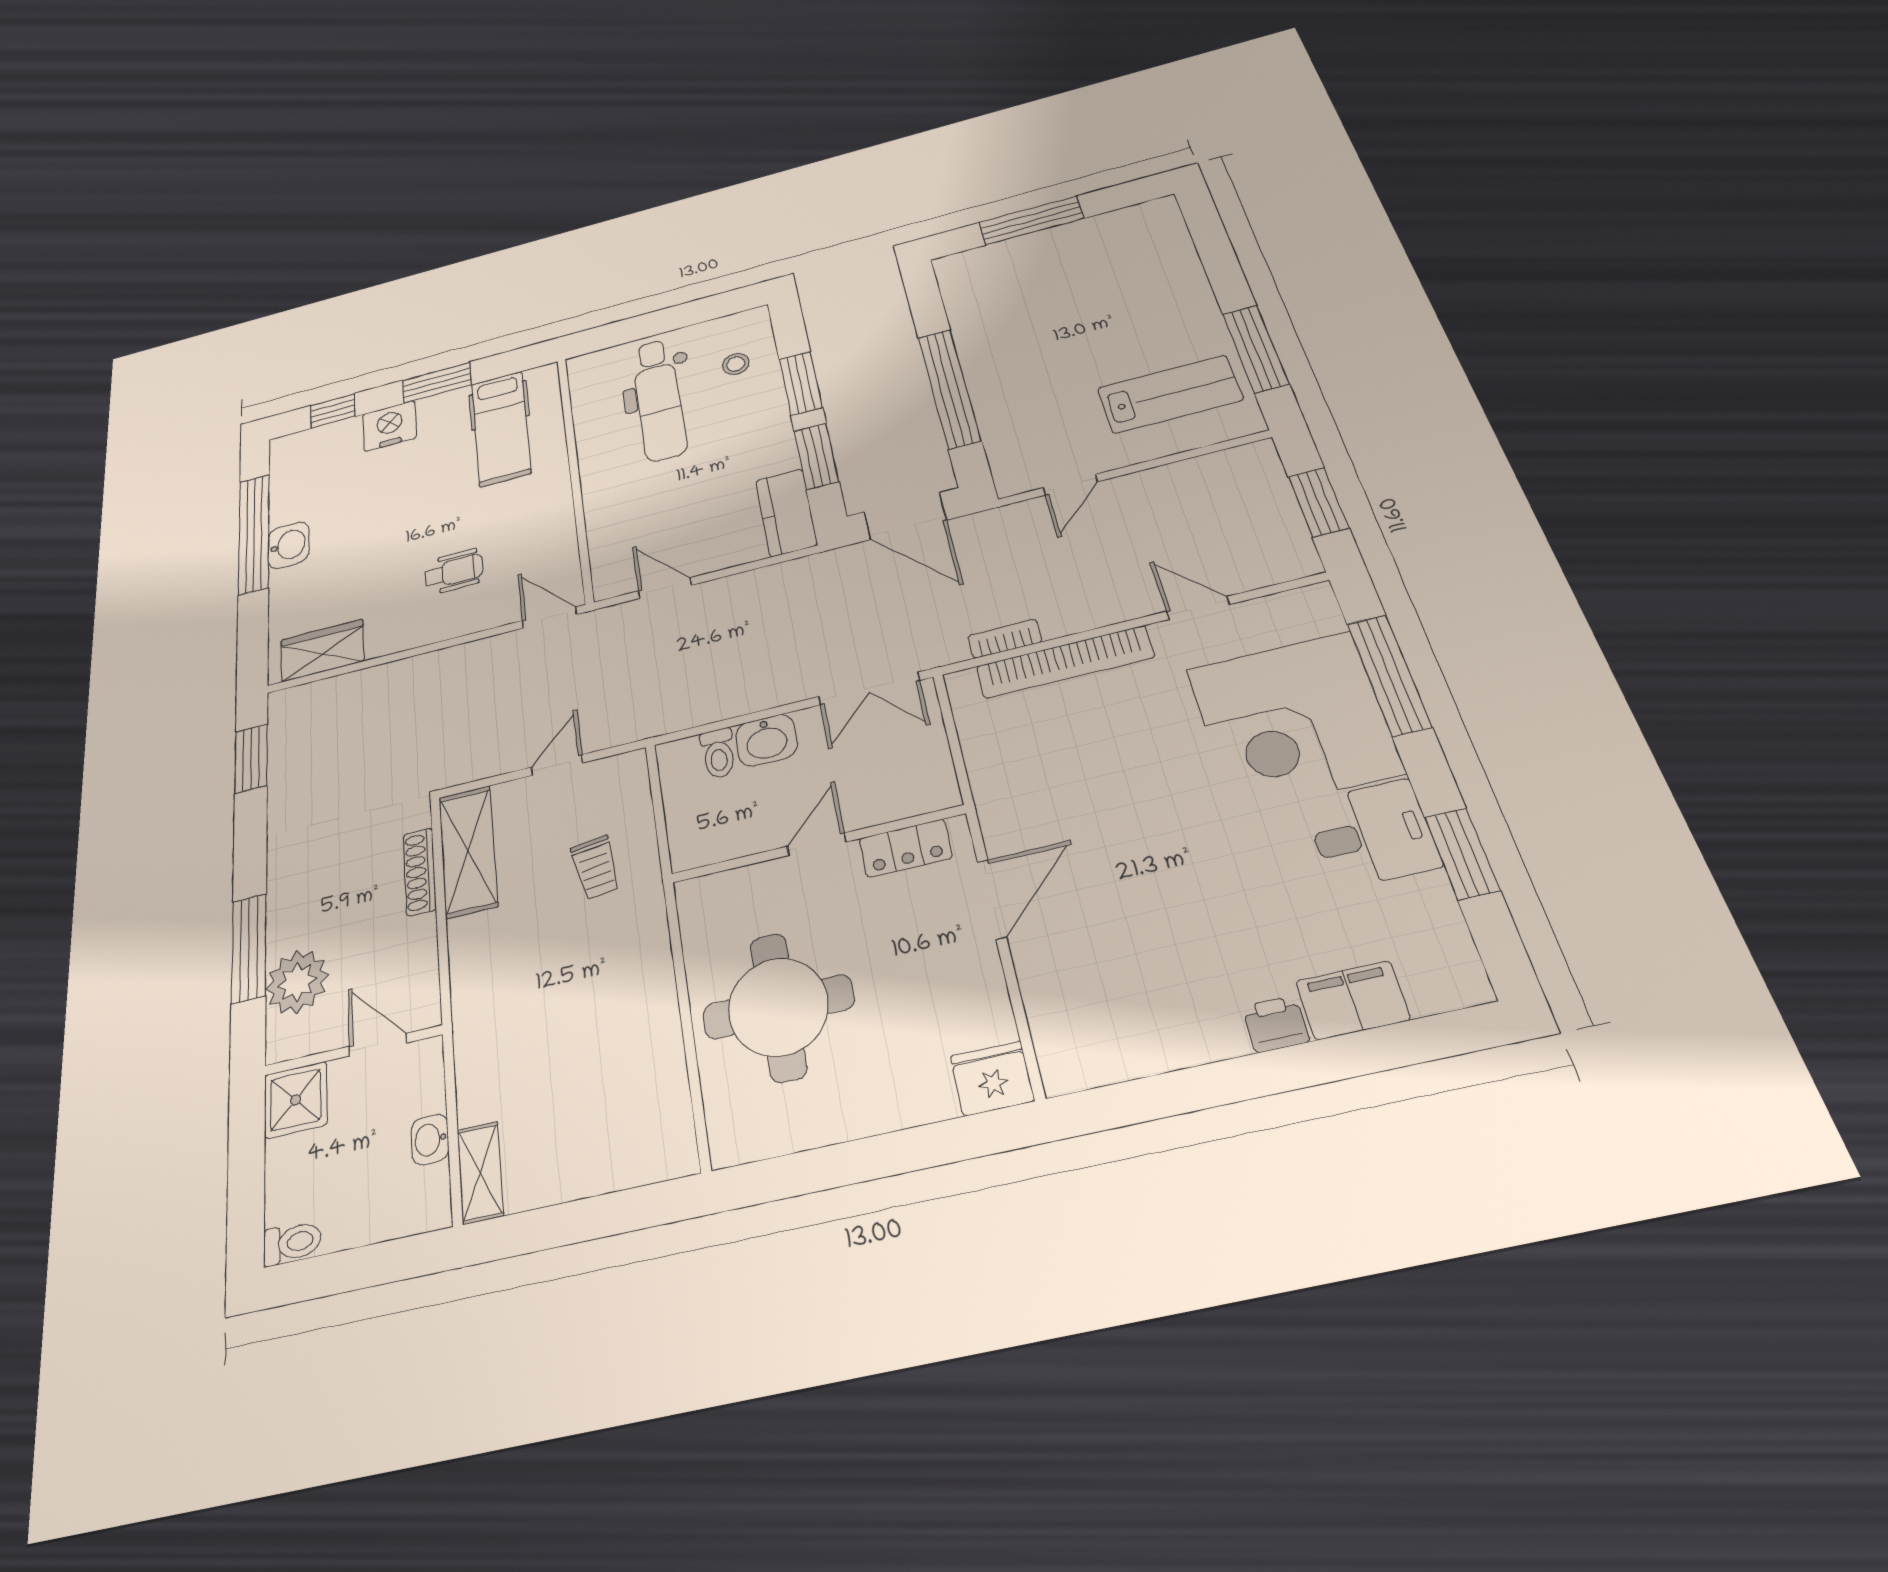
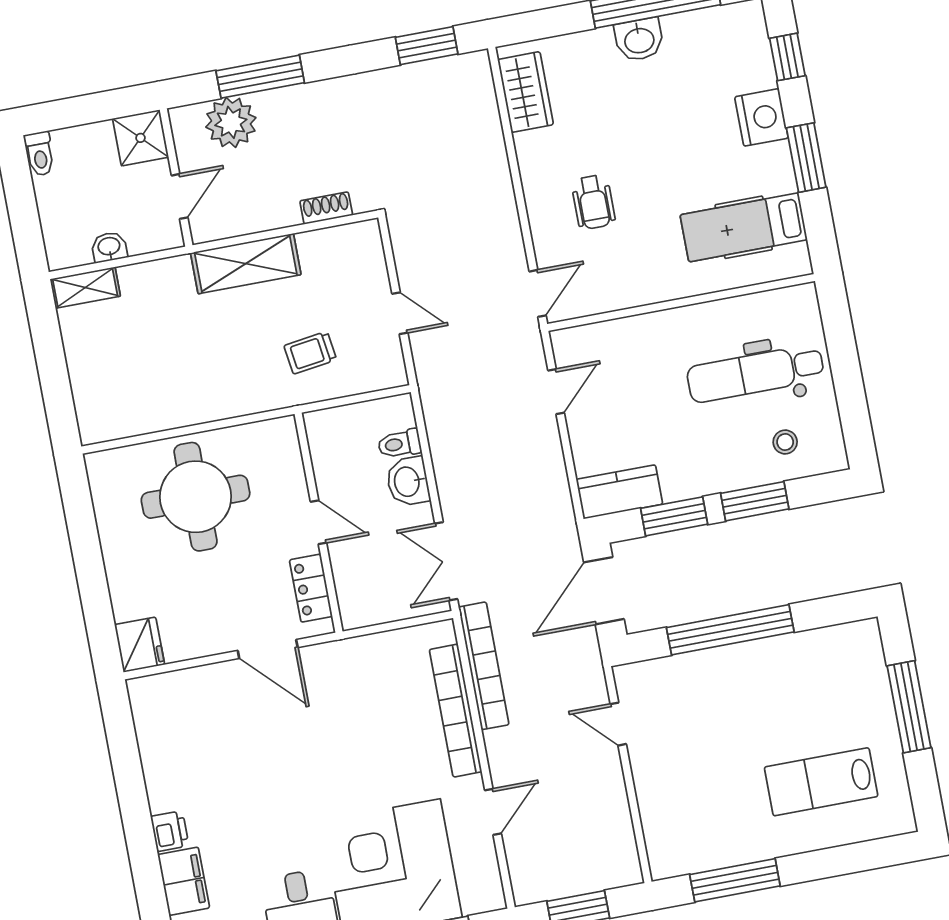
lab bench: (1170, 394) -> (821, 782), moved, turned 90
bookcase: (1005, 639) -> (484, 666), width x2.31, depth x1.31
shelving: (468, 851) -> (246, 264), moved
shoe rack: (420, 872) -> (326, 208), width x0.70

